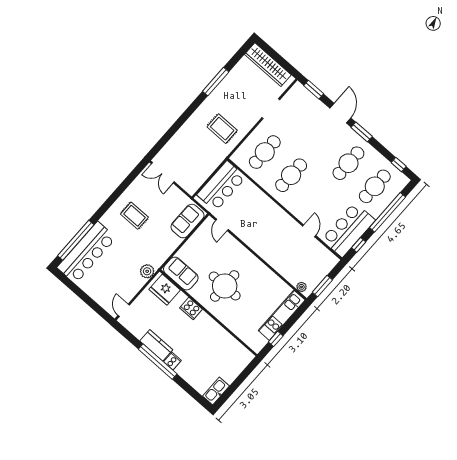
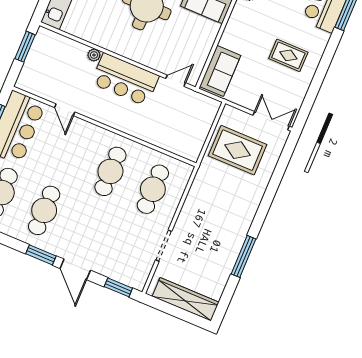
rug: (222, 129) -> (238, 150), moved, width x1.36, depth x1.43
bar counter: (221, 186) -> (125, 79), moved, turned -90
door: (222, 225) -> (176, 81), hinge flipped
plant: (302, 287) -> (94, 55), moved

